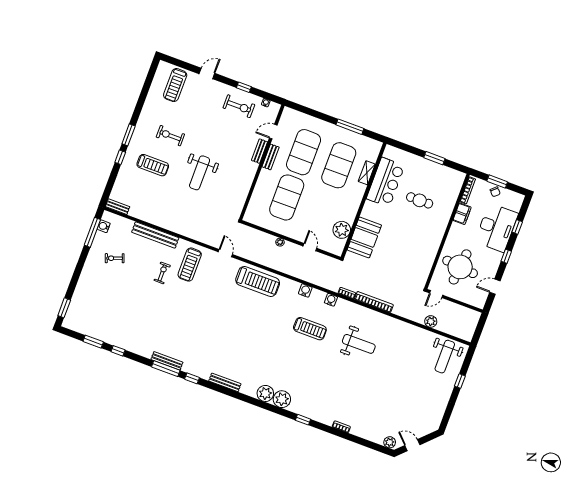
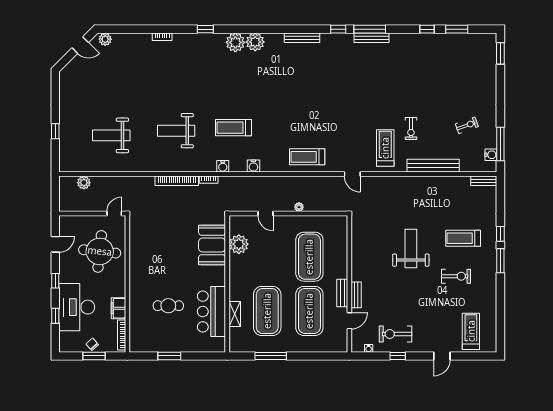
treadmill: (258, 281) -> (307, 157), width x0.73, depth x0.73
plant: (431, 321) -> (84, 183), moved
weight bench: (445, 357) -> (111, 135), moved, turned -90

